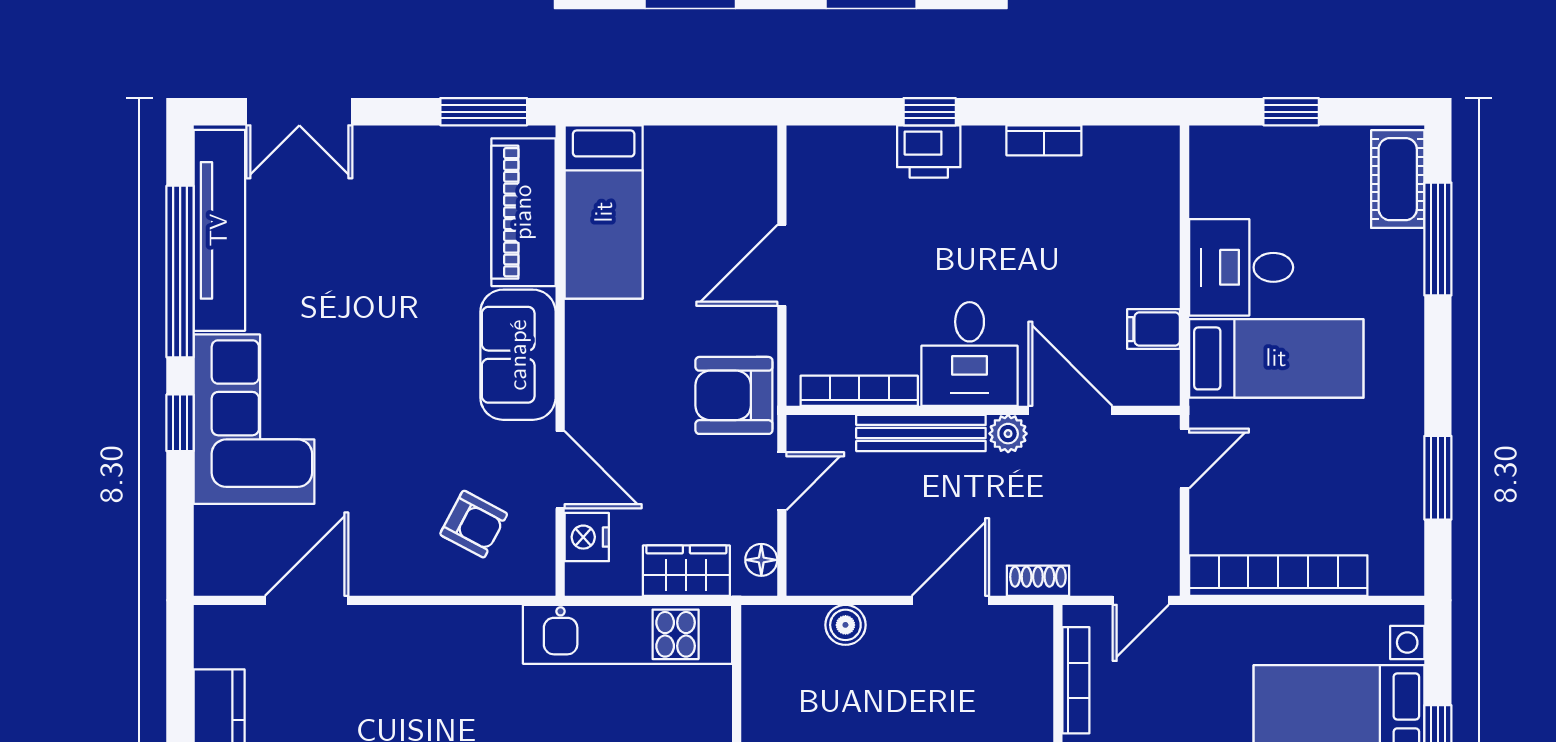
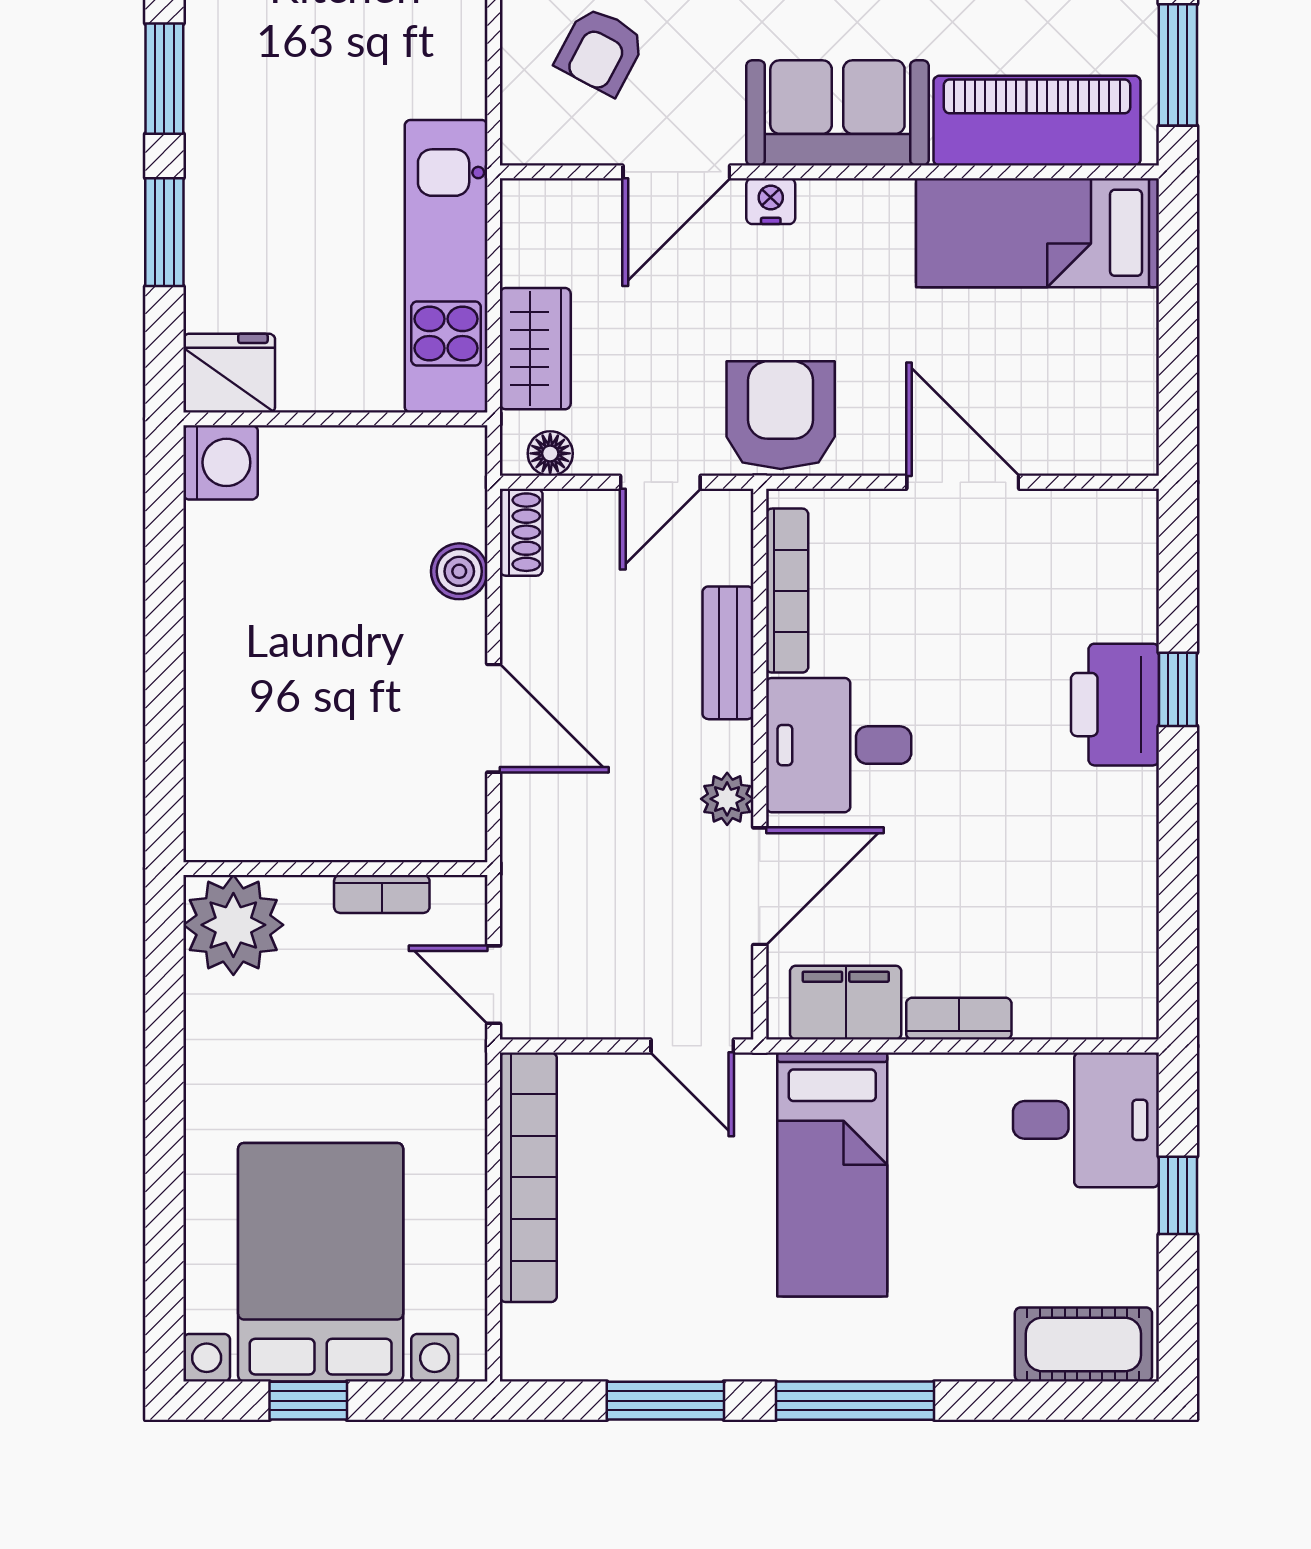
bookcase: (1044, 140) -> (959, 1019), moved, turned 90
printer: (929, 151) -> (1115, 705), width x1.37, depth x1.19
window: (1438, 239) -> (855, 1401), moved
desk: (1241, 267) -> (1086, 1120), moved, turned 90
filing cabinet: (1154, 329) -> (846, 1003), width x2.00
bench: (921, 433) -> (728, 653), width x0.73
door: (782, 481) -> (660, 482), hinge flipped
nightstand: (587, 537) -> (771, 201), moved, width x0.72, depth x0.74
shoe rack: (1038, 581) -> (521, 532), moved
bookcase: (1076, 680) -> (382, 894), width x0.64

